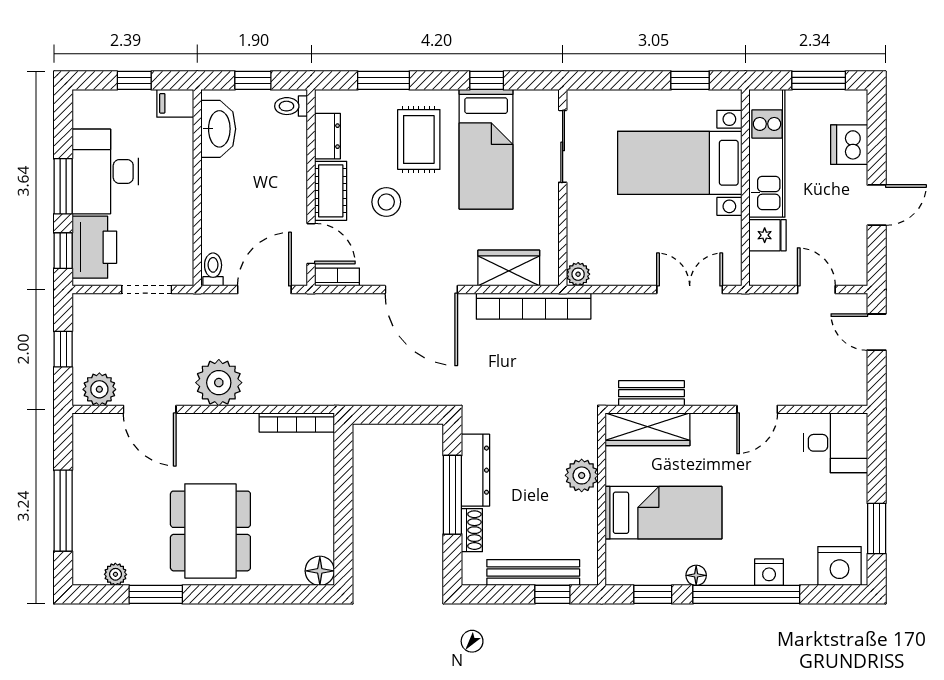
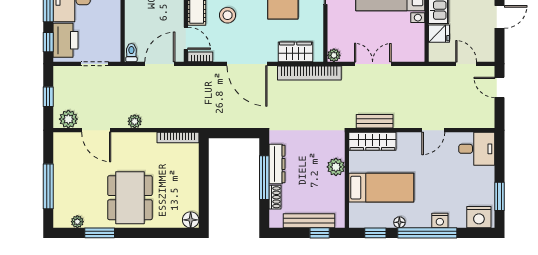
double door: (690, 290) -> (373, 64), moved
plant: (219, 383) -> (135, 121), width x0.53, depth x0.53

